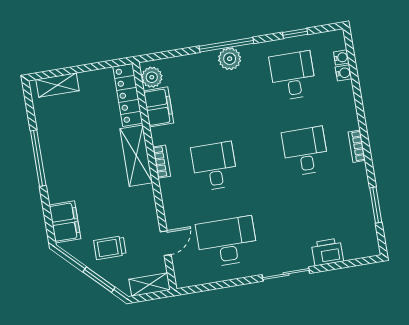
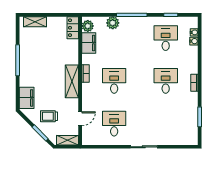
plant: (230, 59) -> (113, 23), moved
locker: (128, 95) -> (73, 28), width x0.66
shelving: (136, 156) -> (72, 81), moved
desk: (227, 242) -> (114, 124), width x0.73
printer: (327, 252) -> (169, 138), removed

